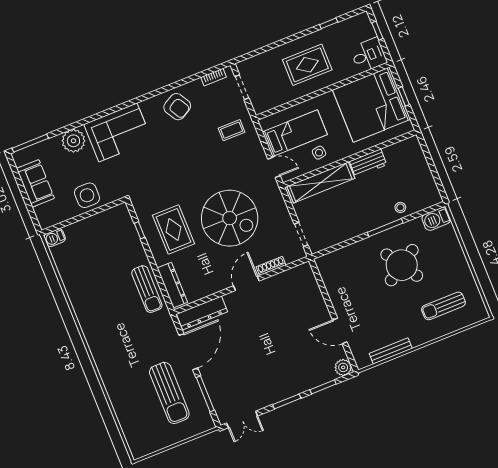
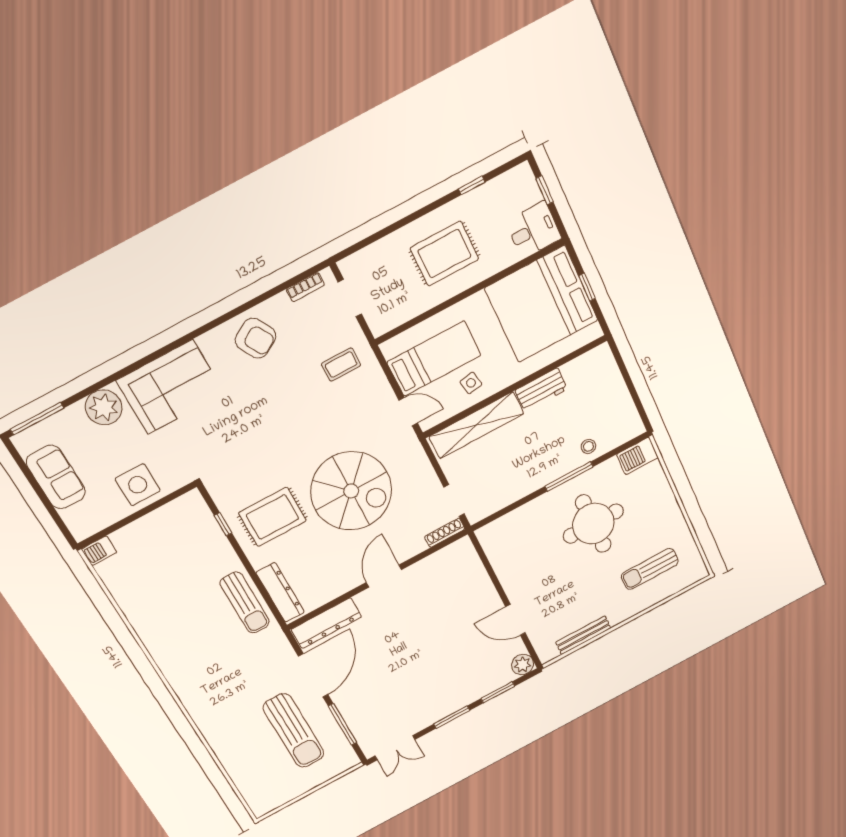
rug: (173, 229) -> (272, 517), turned 90
round table: (402, 265) -> (593, 524), turned 33
shoe rack: (271, 266) -> (445, 533), moved

